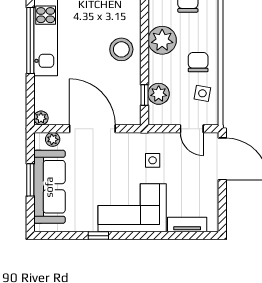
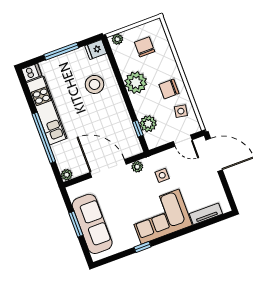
window: (30, 40) -> (44, 138), moved
stool: (121, 49) -> (95, 84), moved
chair: (198, 62) -> (169, 89), turned -90
plant: (53, 139) -> (137, 167), moved

